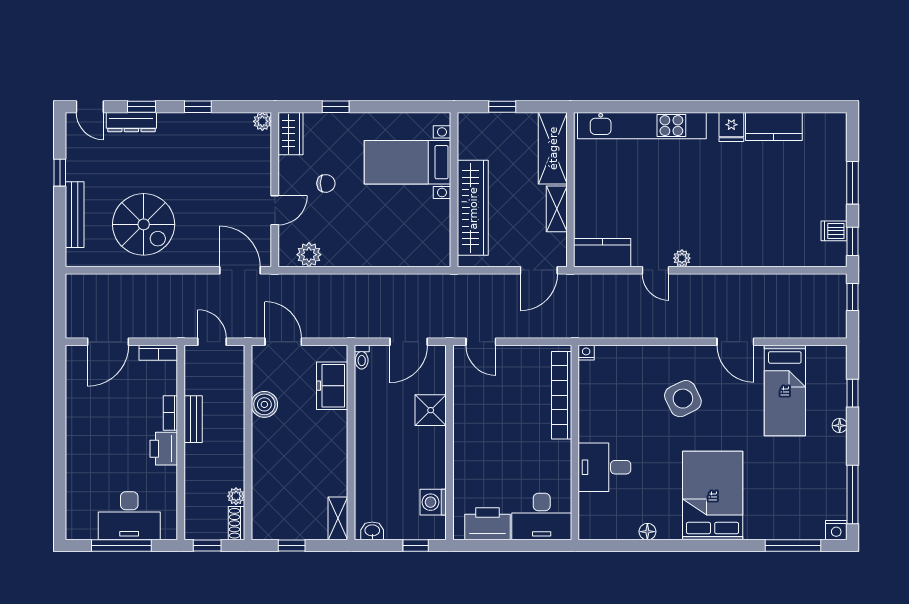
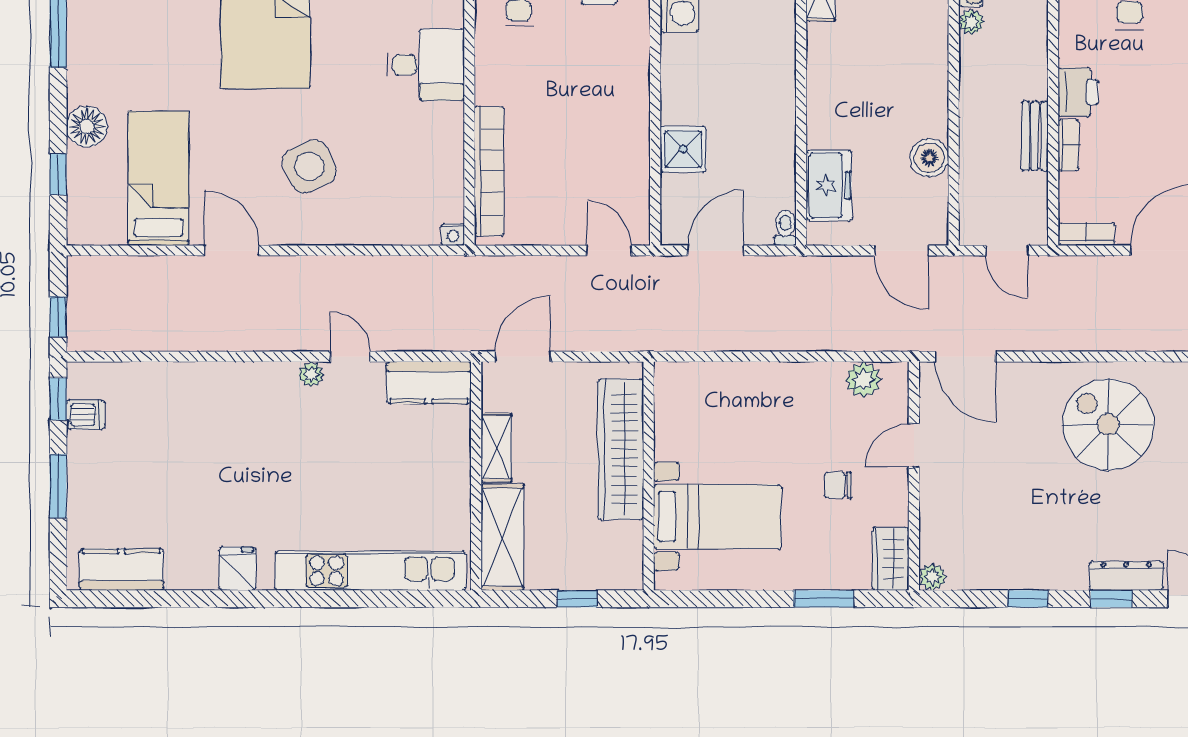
window: (336, 107) -> (824, 599), width x1.50
kitchen counter: (774, 126) -> (121, 570), moved
floor lamp: (840, 426) -> (87, 127), width x1.89, depth x1.89

